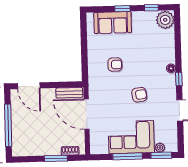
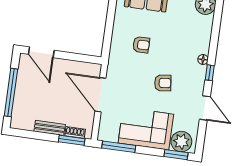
bench: (69, 93) -> (50, 128), moved
plant: (160, 148) -> (181, 142), width x1.87, depth x1.87
window: (128, 156) -> (119, 147), moved
window: (56, 158) -> (72, 140), moved

